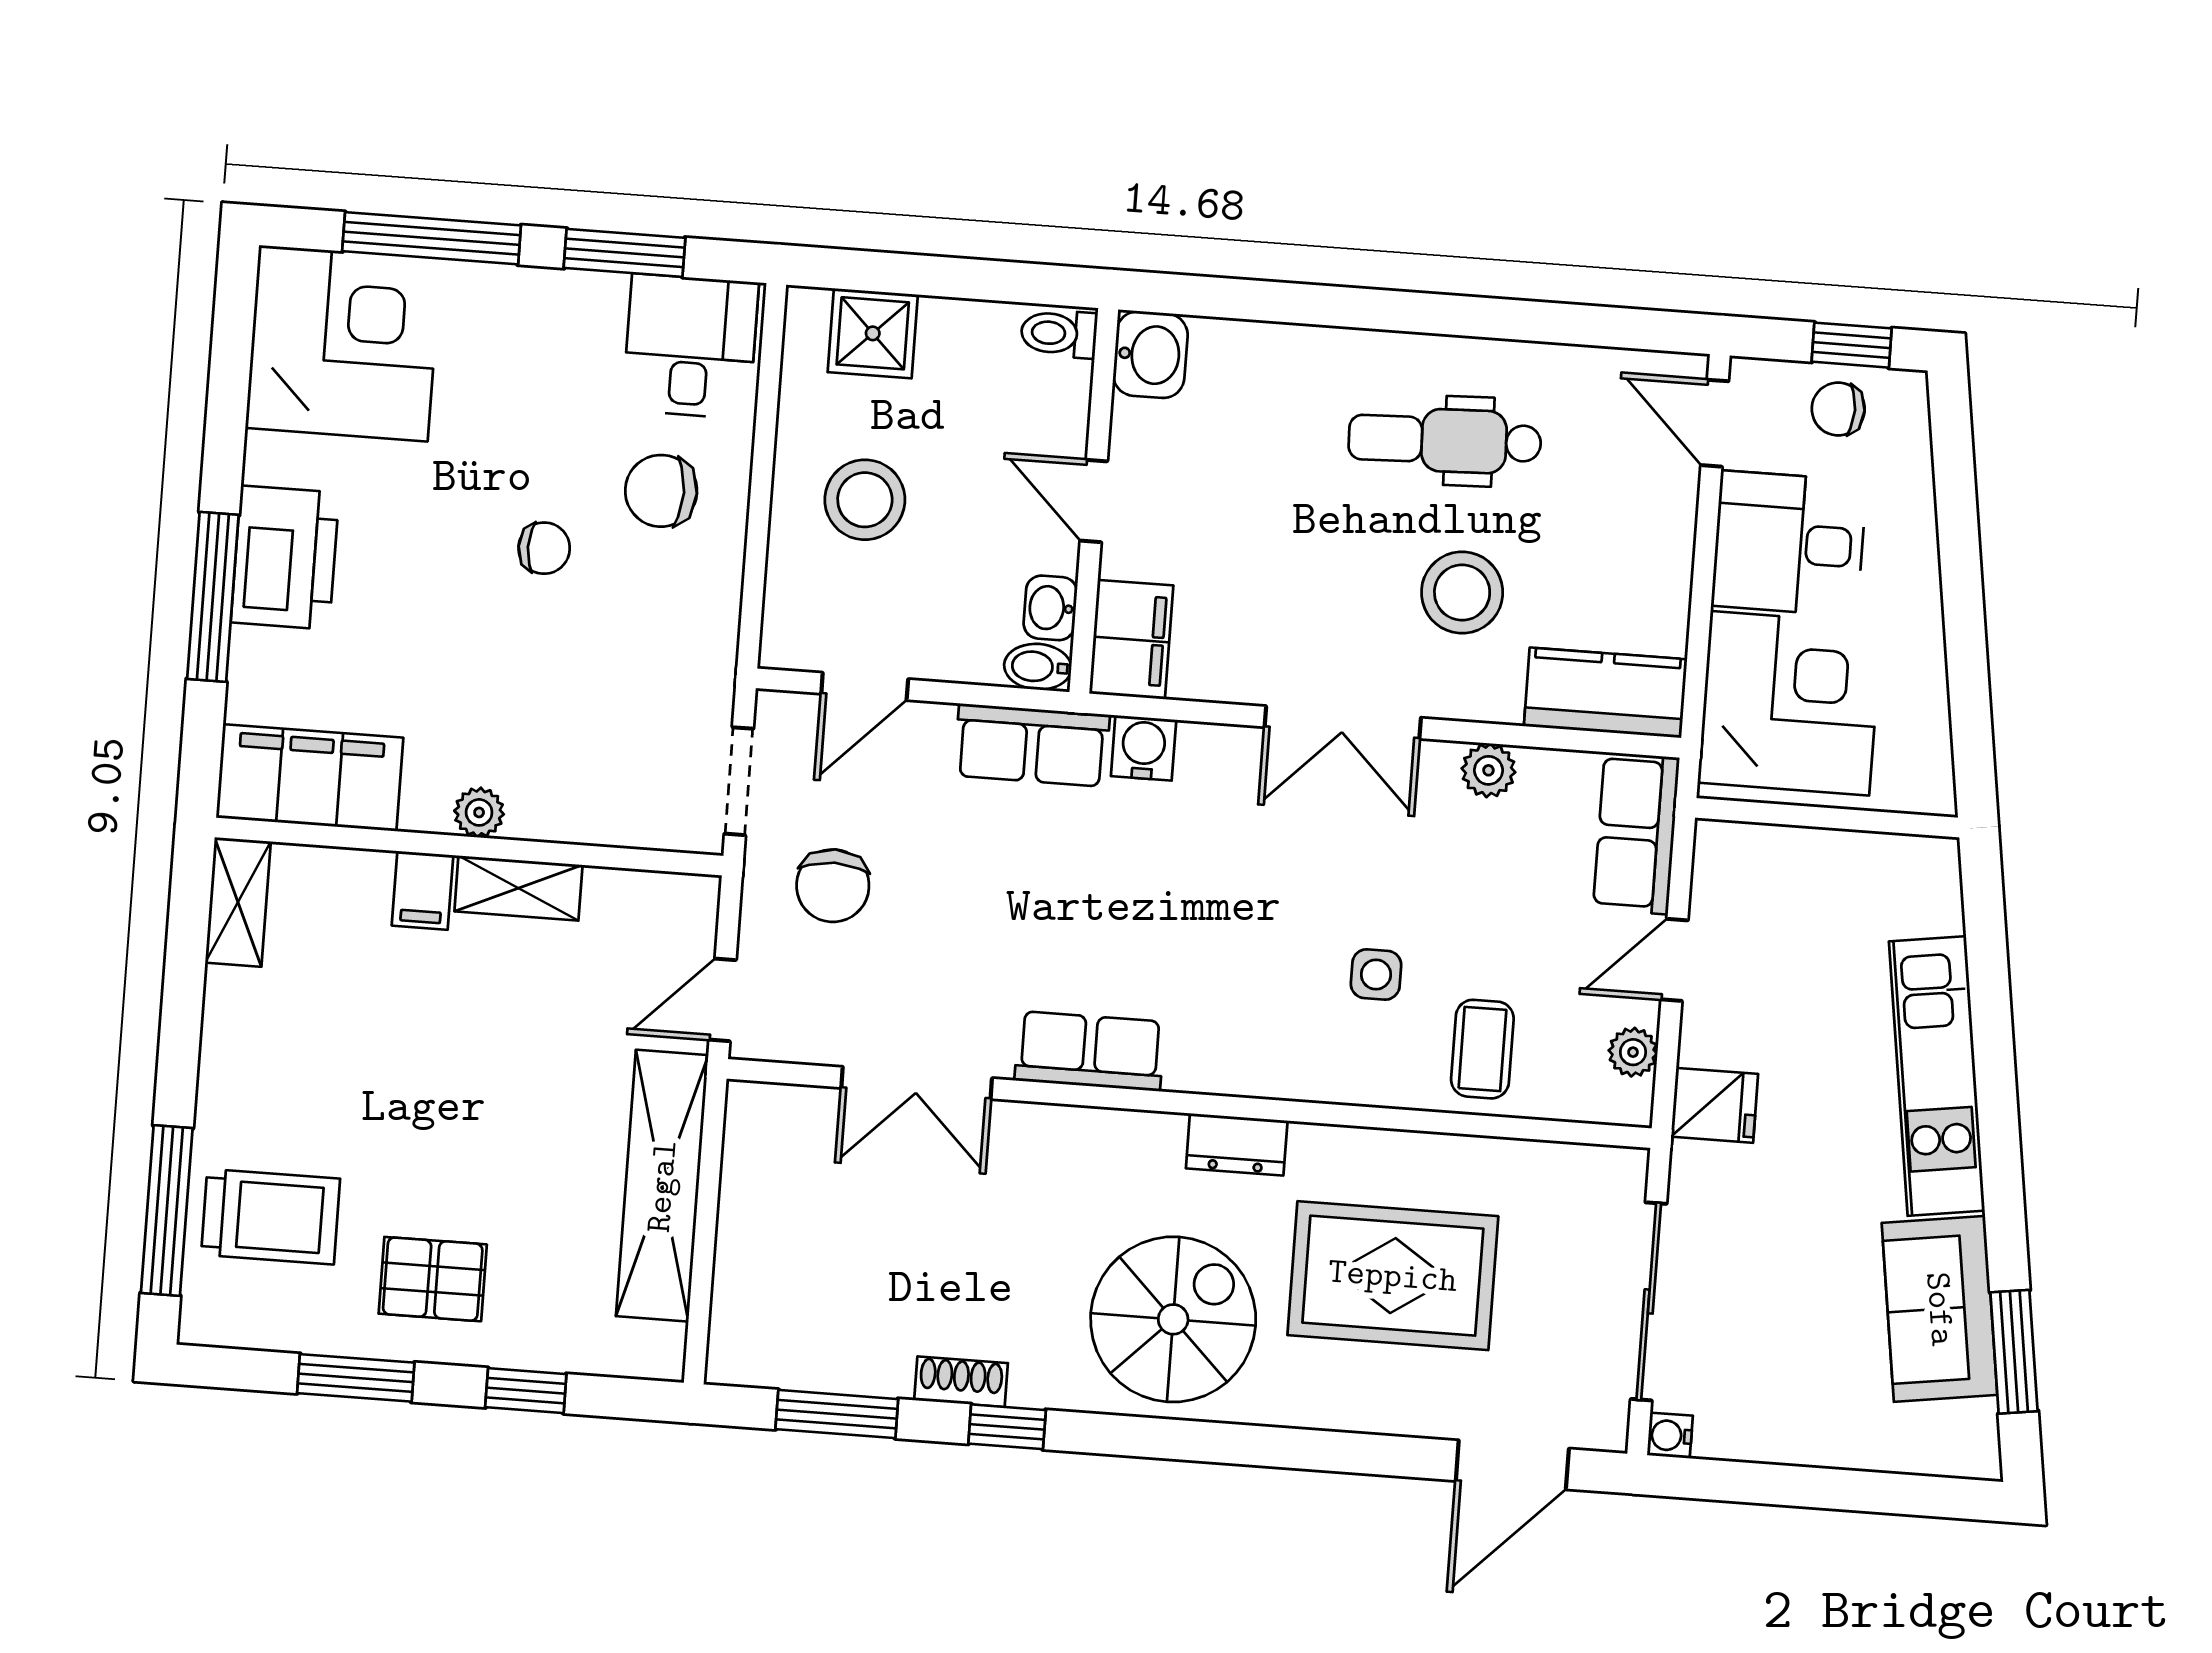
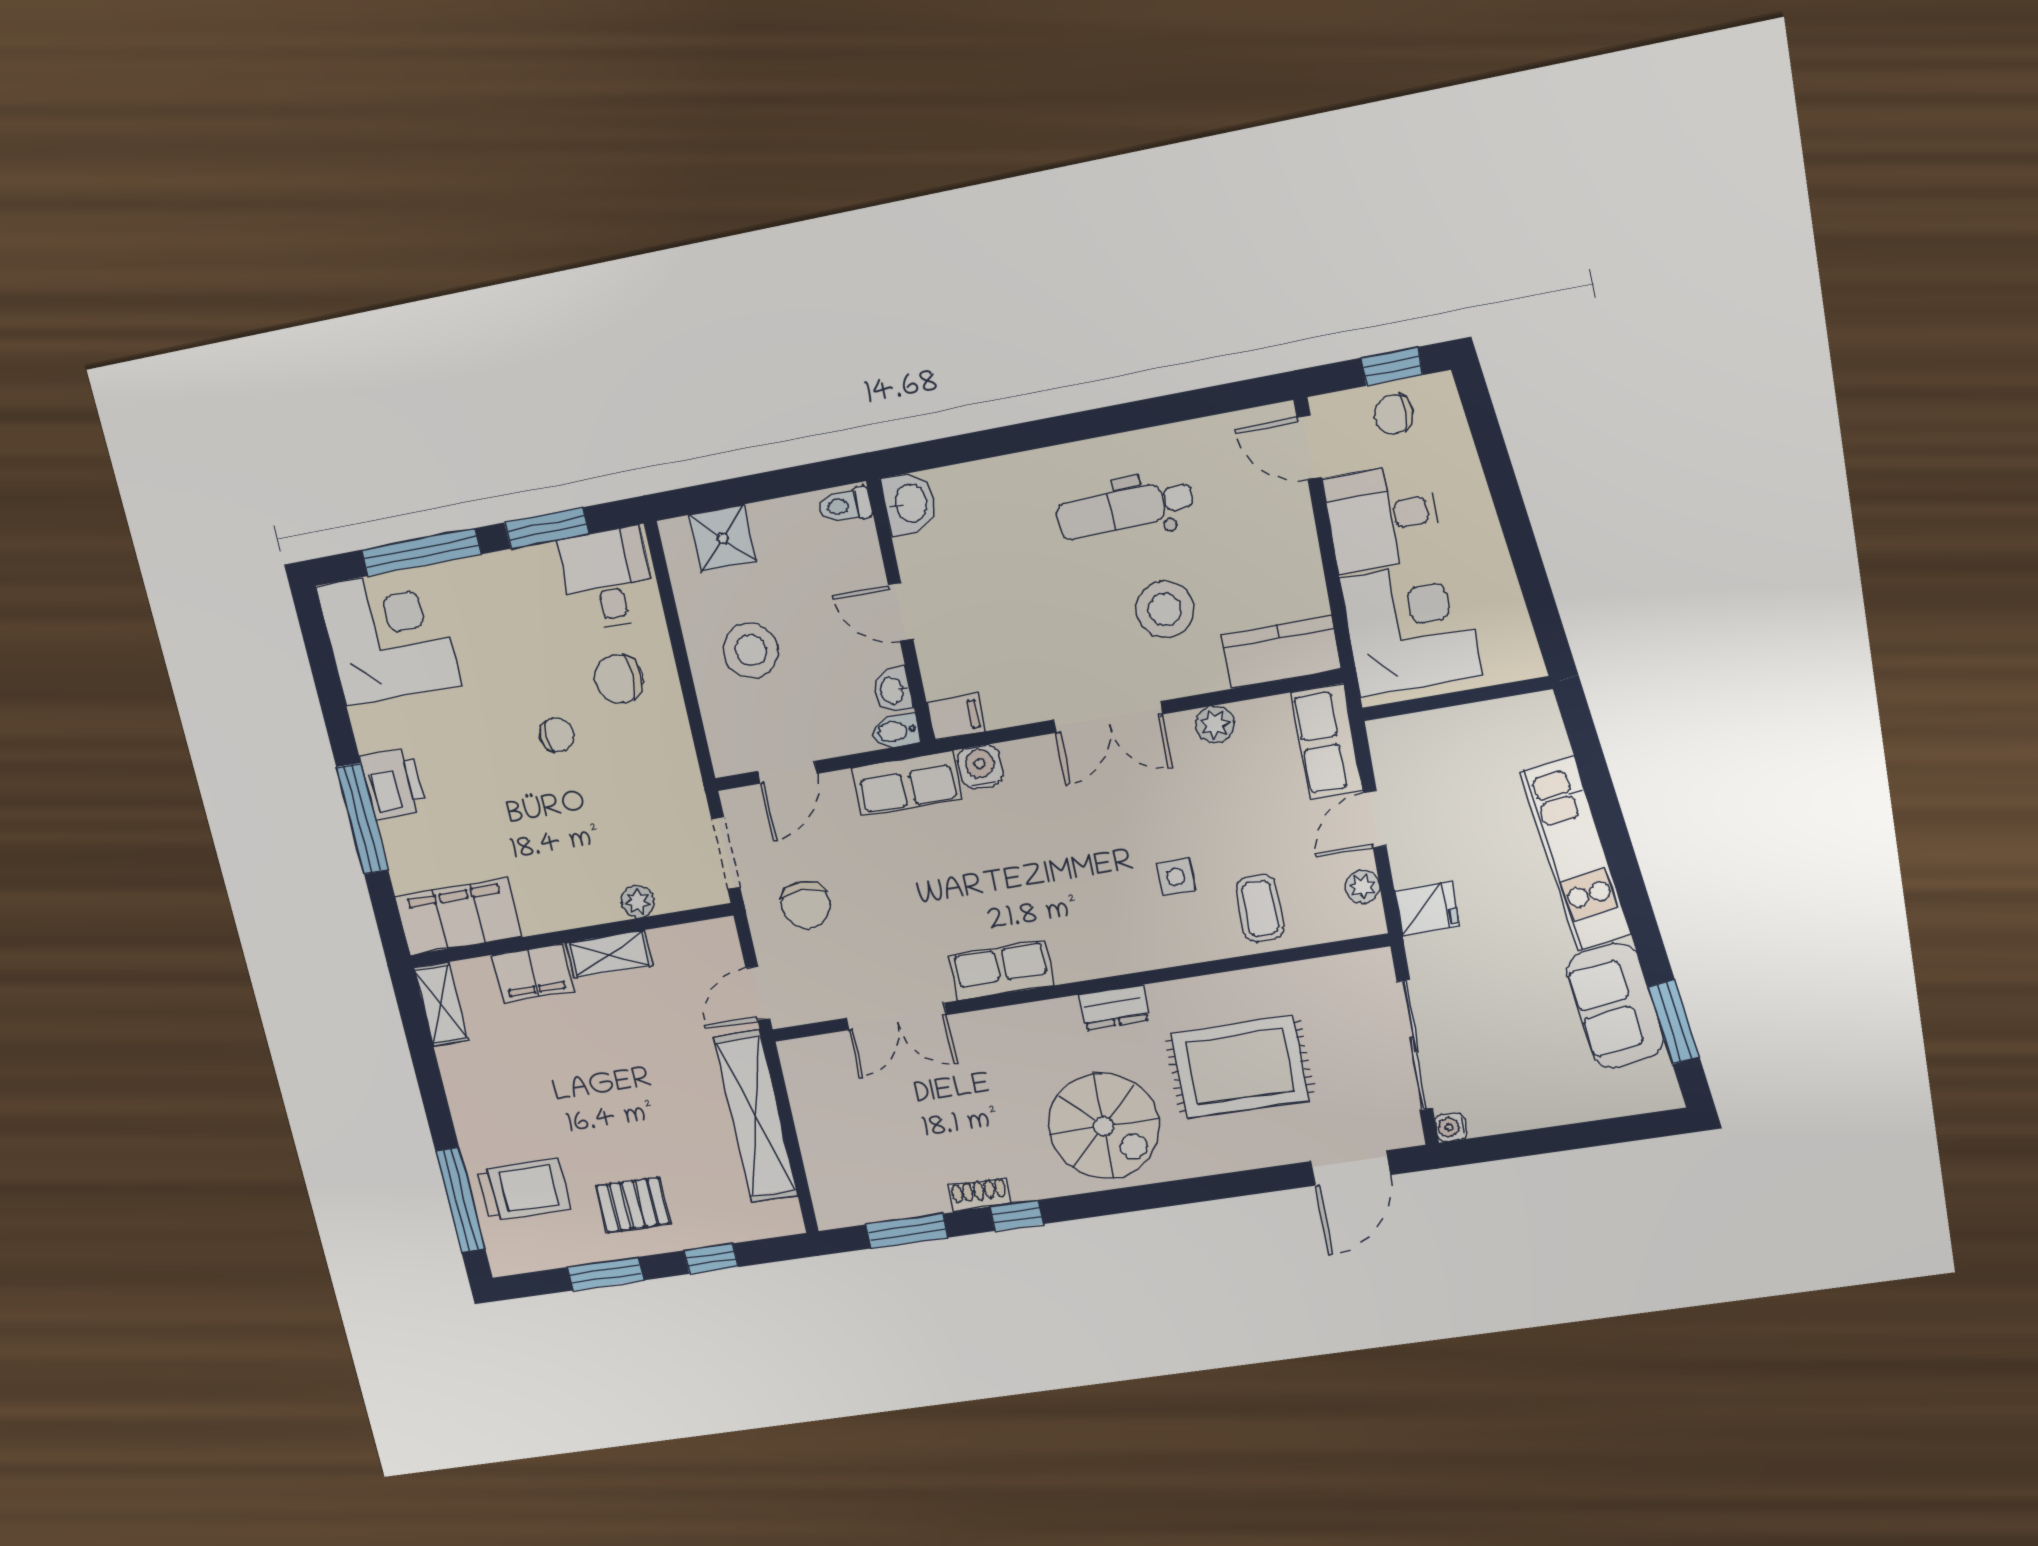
printer: (285, 558) -> (393, 783), width x0.73, depth x0.84
filing cabinet: (1131, 639) -> (956, 717), width x0.50
plant: (479, 812) -> (638, 902), moved
filing cabinet: (422, 890) -> (533, 973), width x2.00
spiral stairs: (1173, 1319) -> (1104, 1126), turned 90

